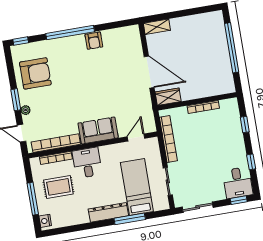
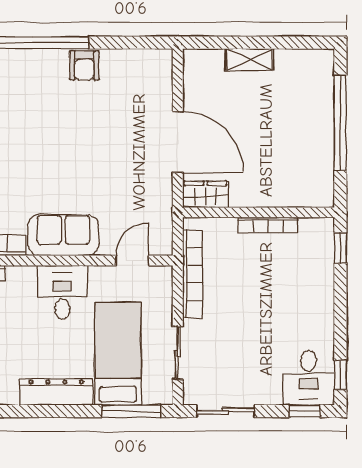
shelving: (157, 27) -> (250, 60), moved
window: (245, 125) -> (340, 248), moved
window: (251, 162) -> (340, 375), moved
desk: (87, 163) -> (62, 292), moved
window: (130, 219) -> (131, 411), moved

